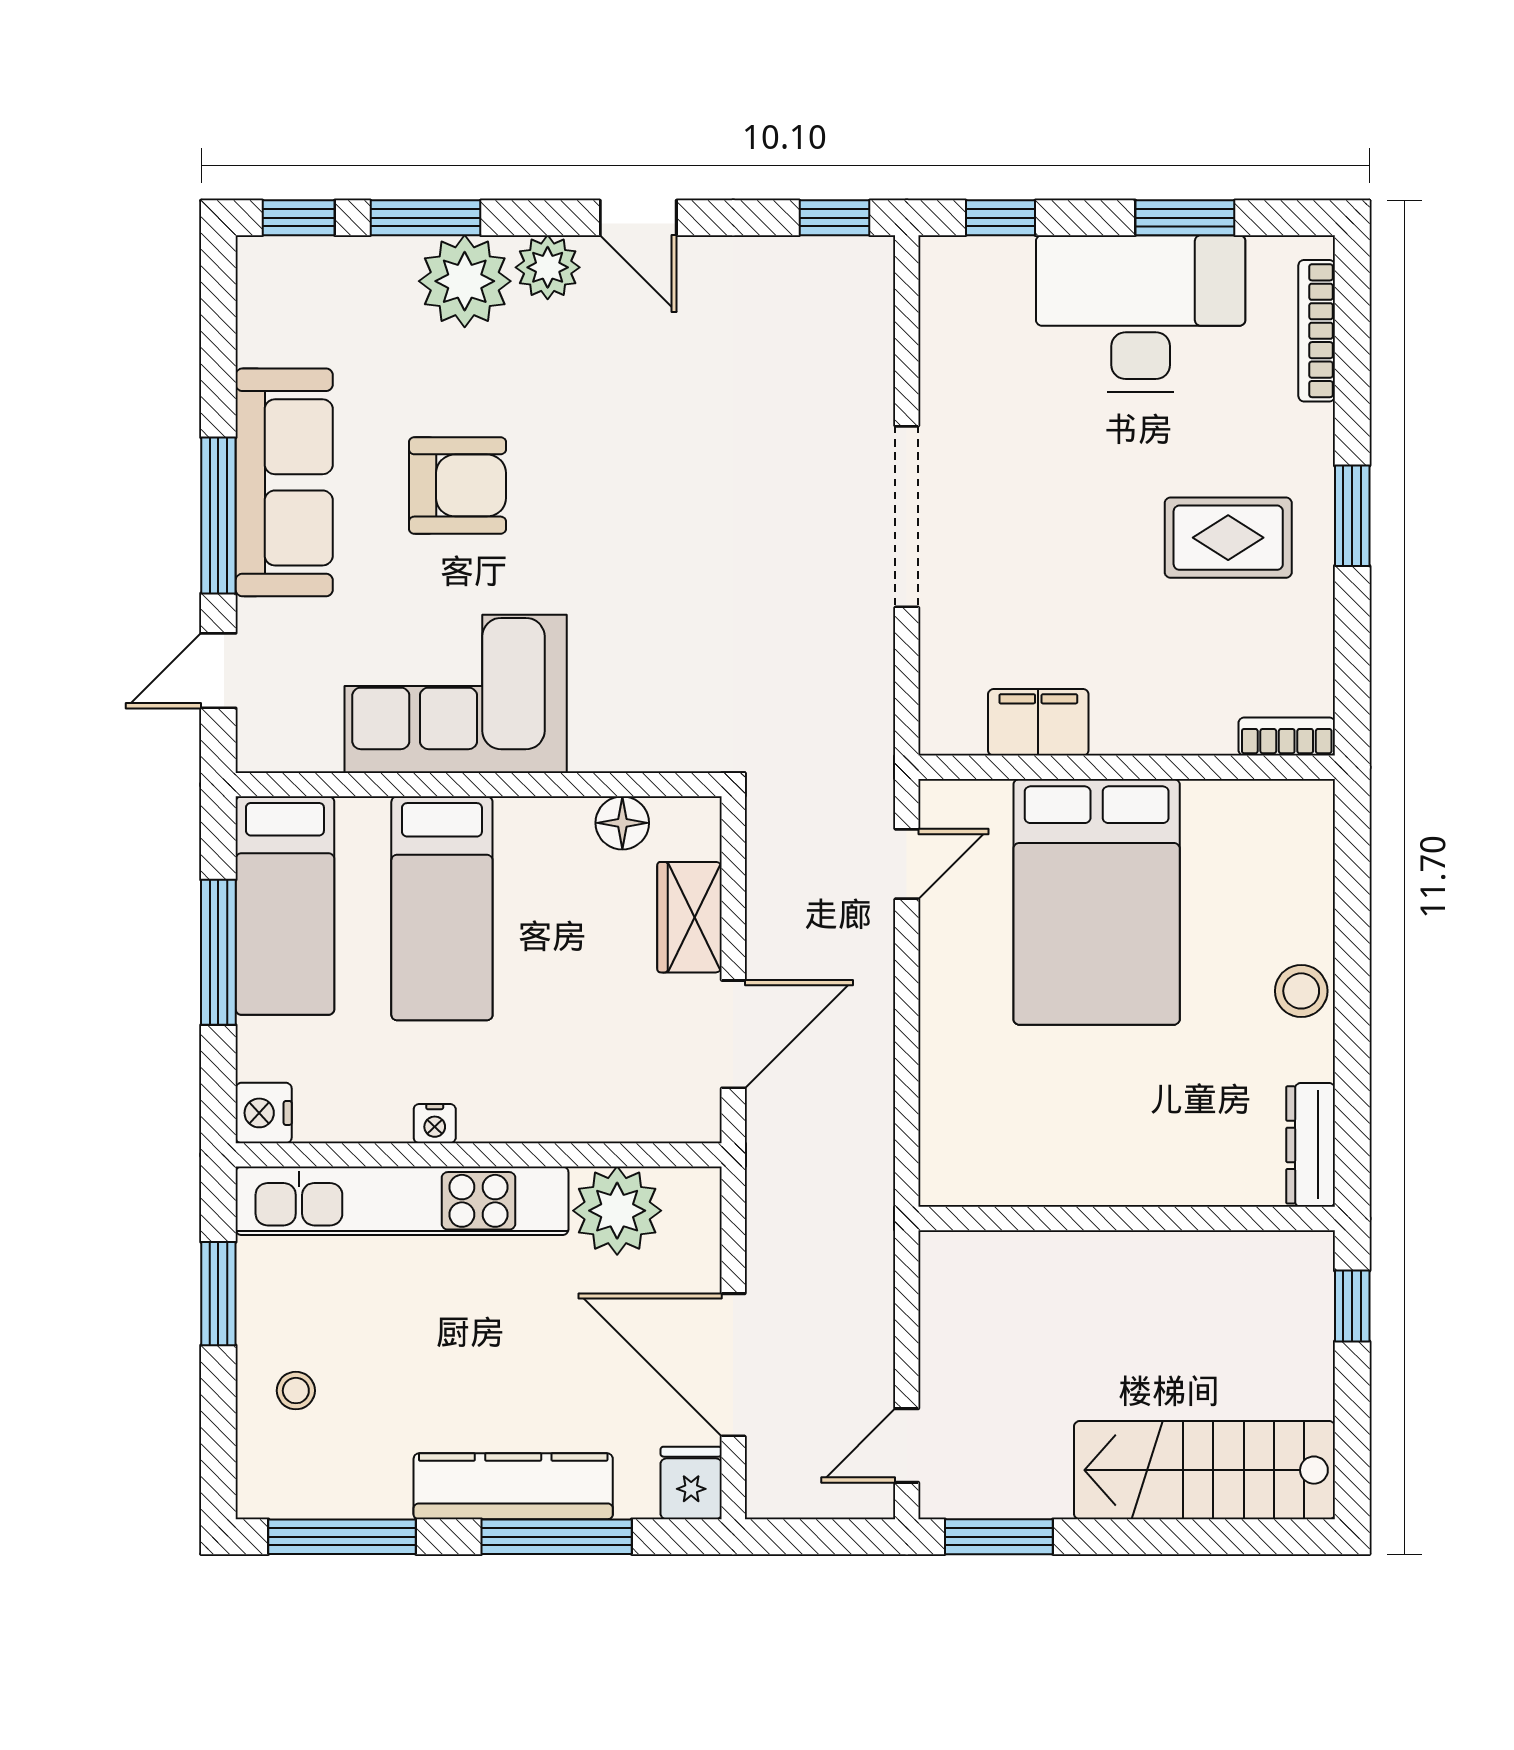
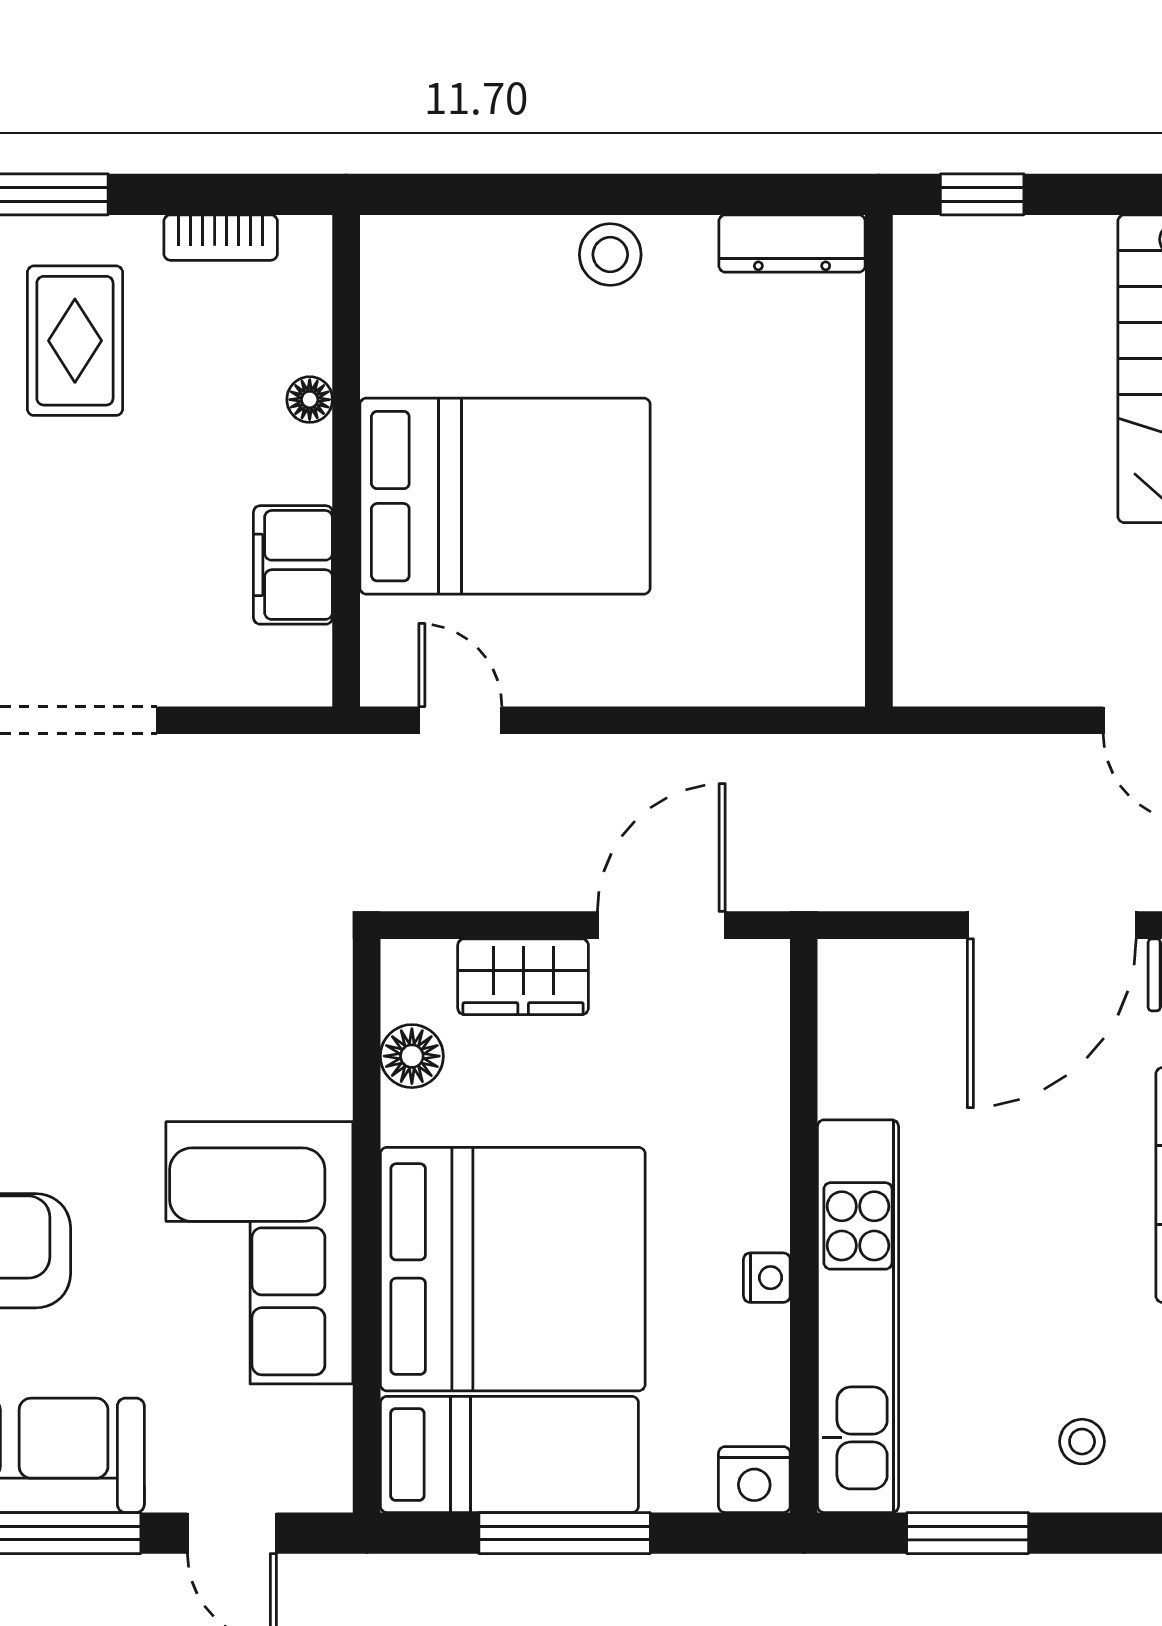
floor lamp: (1178, 736) -> (310, 400), added
bookcase: (1287, 736) -> (221, 238), moved, turned -90
bed: (442, 908) -> (513, 1269), width x2.04
door: (733, 1034) -> (661, 925), hinge flipped
plant: (617, 1211) -> (870, 1062), removed

